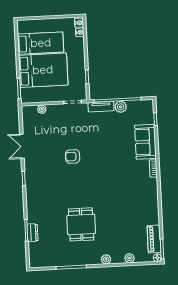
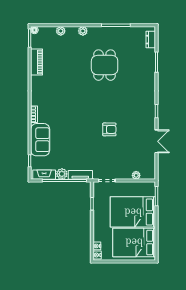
bed: (41, 43) -> (134, 242), width x1.50
fireplace: (139, 105) -> (44, 175), added
dresser: (33, 233) -> (151, 40), moved
piano: (154, 239) -> (37, 62), moved

